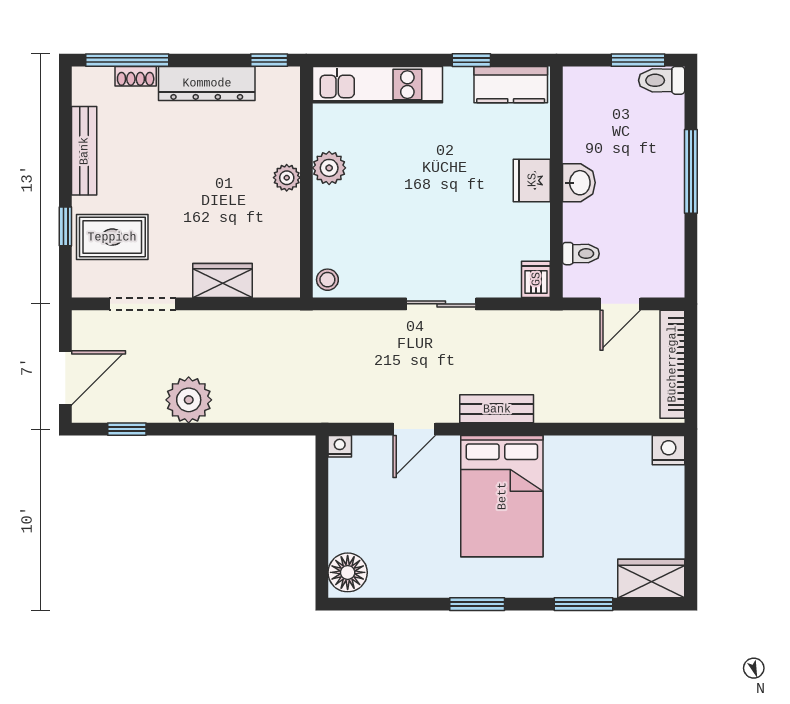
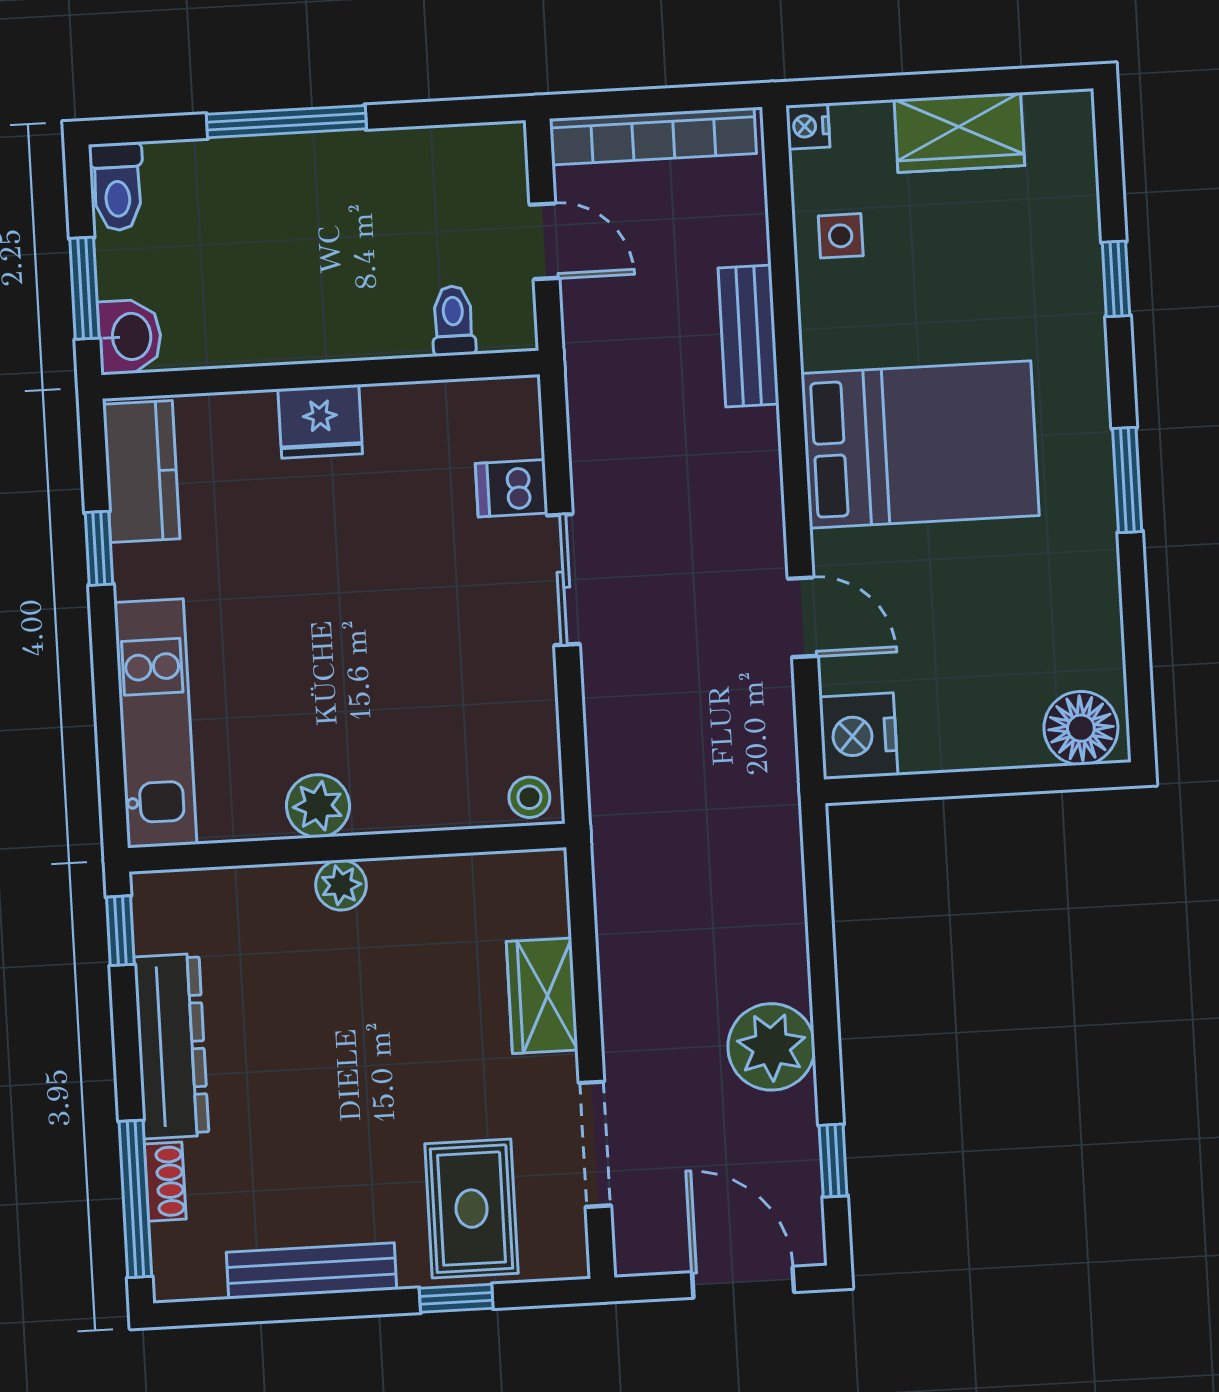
window: (638, 60) -> (84, 288), moved
washbasin: (579, 183) -> (130, 337), moved, turned 90
dishwasher: (536, 279) -> (512, 488), moved
bench: (497, 409) -> (748, 336), moved
nightstand: (340, 446) -> (858, 736), width x1.89, depth x1.79
nightstand: (669, 450) -> (808, 126), width x0.72, depth x0.74
side table: (614, 460) -> (841, 236), added
wardrobe: (651, 579) -> (959, 133), moved, turned -90
window: (583, 604) -> (1116, 279), width x0.67

